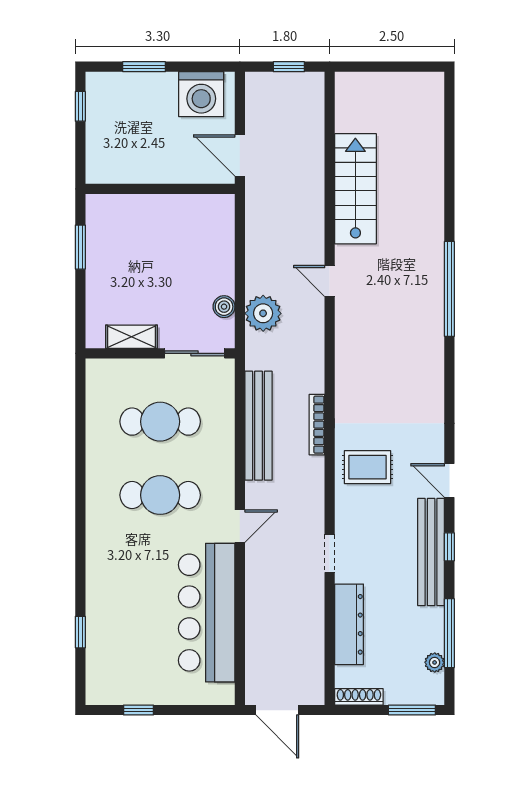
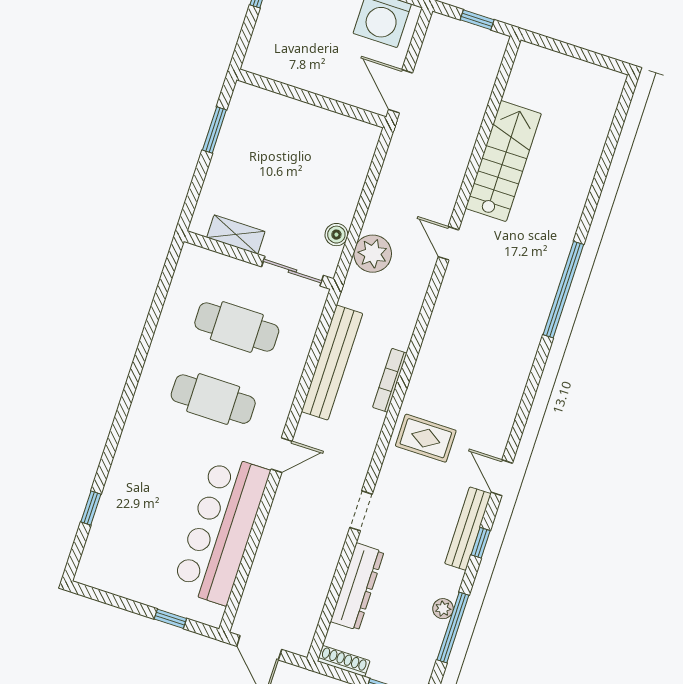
bench: (431, 552) -> (468, 529), width x0.73, depth x0.82
plant: (435, 662) -> (443, 609), moved
window: (138, 710) -> (170, 619), moved

